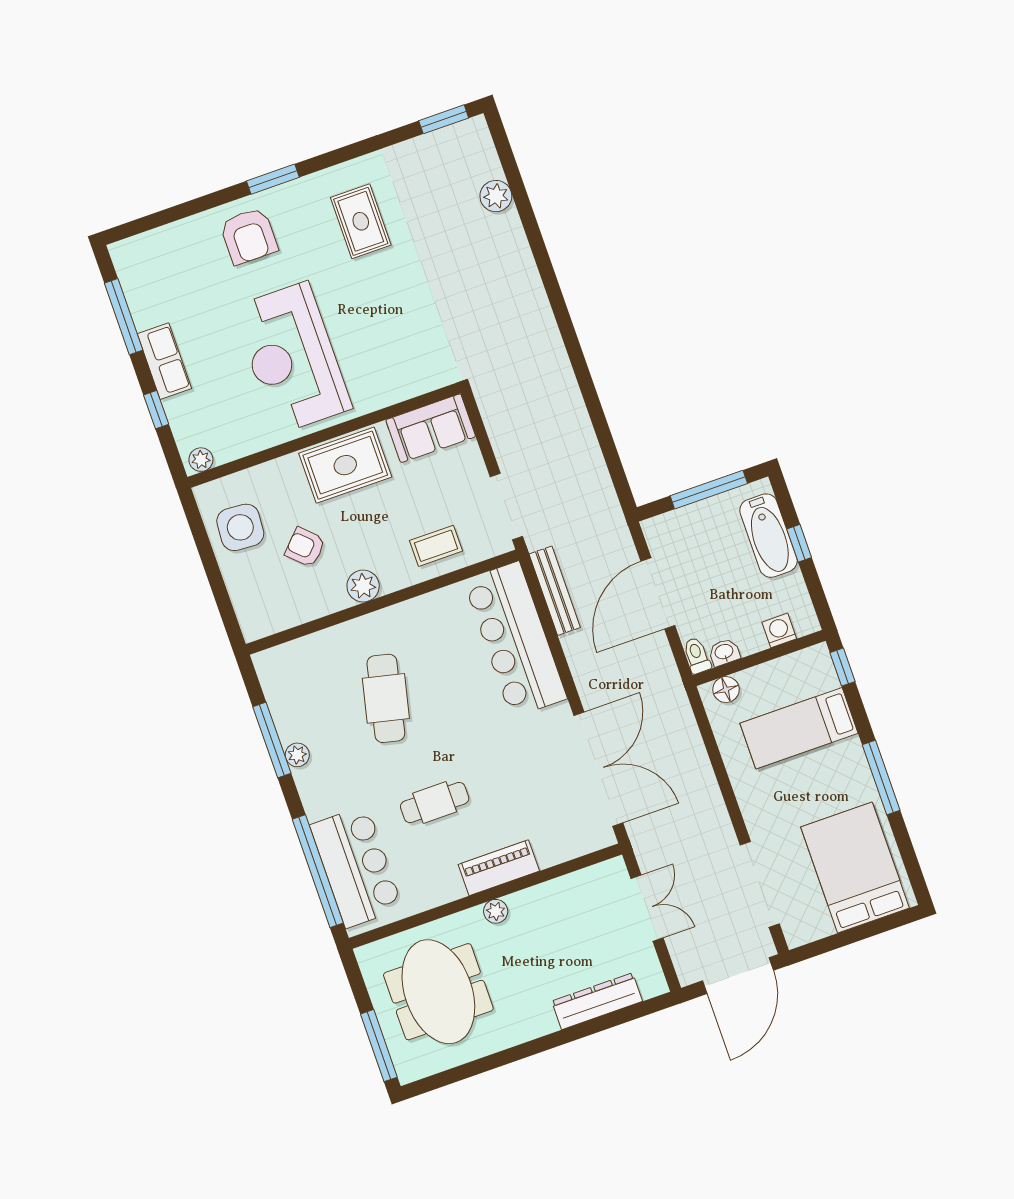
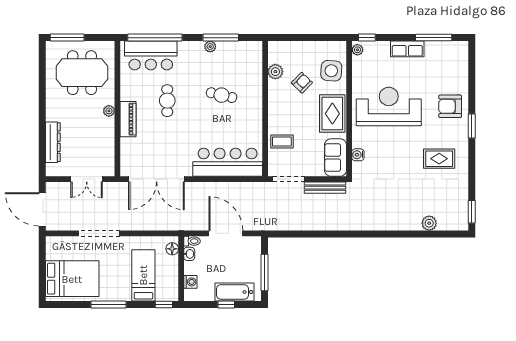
water cooler: (410, 386) -> (358, 155), added
window: (156, 410) -> (367, 38), moved
side table: (240, 527) -> (331, 71), moved
coffee table: (436, 546) -> (282, 141), turned 90
plant: (363, 586) -> (275, 72), moved
bench: (555, 591) -> (325, 188), moved
cafe table: (386, 698) -> (222, 95), width x0.73, depth x0.74
doorway: (760, 884) -> (99, 233), moved

